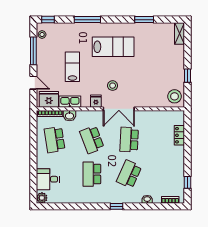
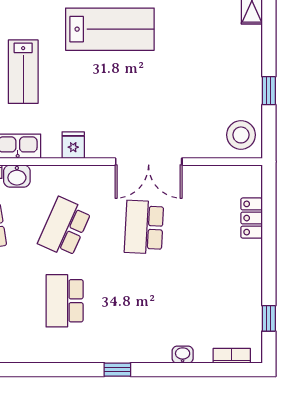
lab bench: (72, 67) -> (23, 72), turned 180
stool: (113, 86) -> (109, 112), removed
double door: (119, 109) -> (149, 162), moved
school desk: (92, 140) -> (65, 227), turned 45
school desk: (129, 174) -> (144, 301), removed

